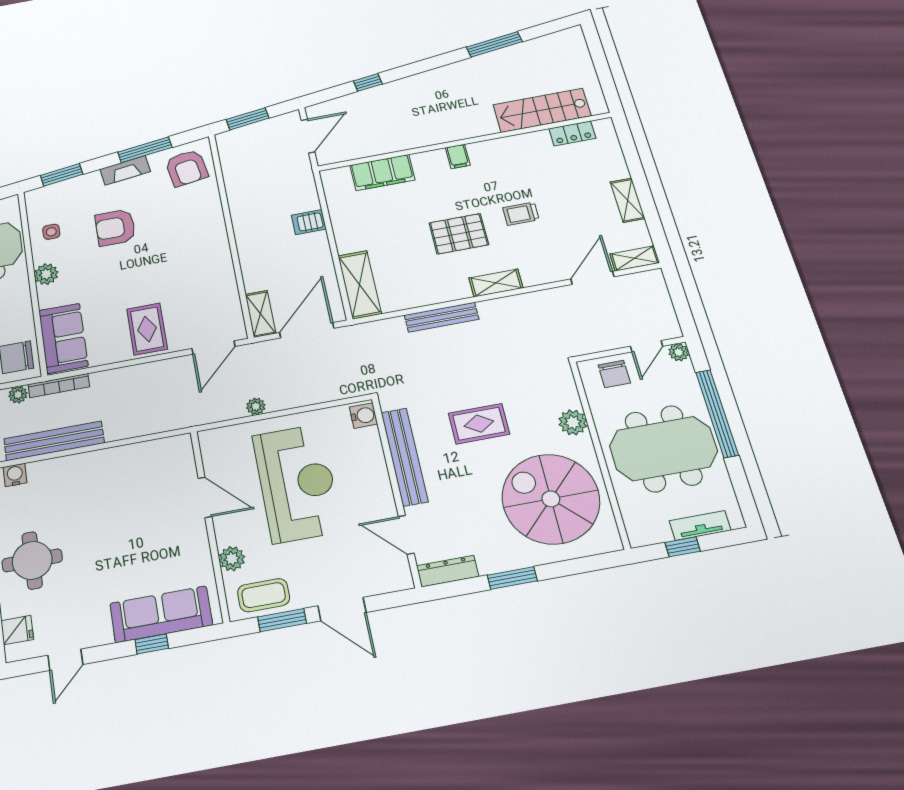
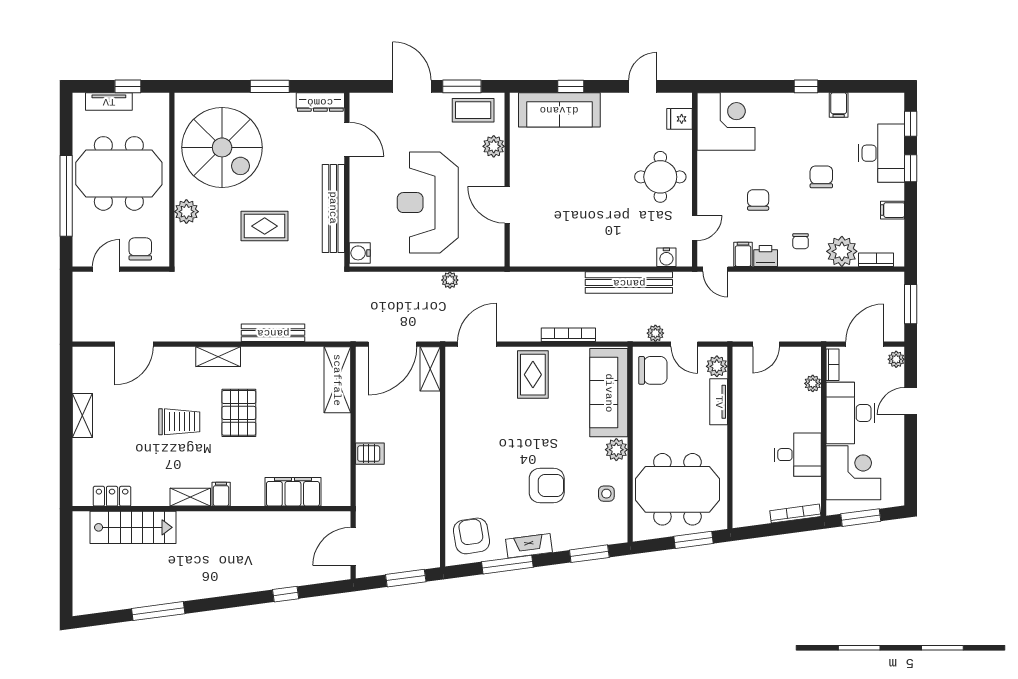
trolley: (521, 214) -> (179, 422), width x1.36, depth x1.39
pallet: (459, 234) -> (239, 413), turned 90
shelving: (635, 258) -> (190, 497), moved
sofa: (63, 338) -> (609, 393), width x1.36
plant: (679, 352) -> (81, 258), removed
bookcase: (59, 386) -> (568, 335), moved

